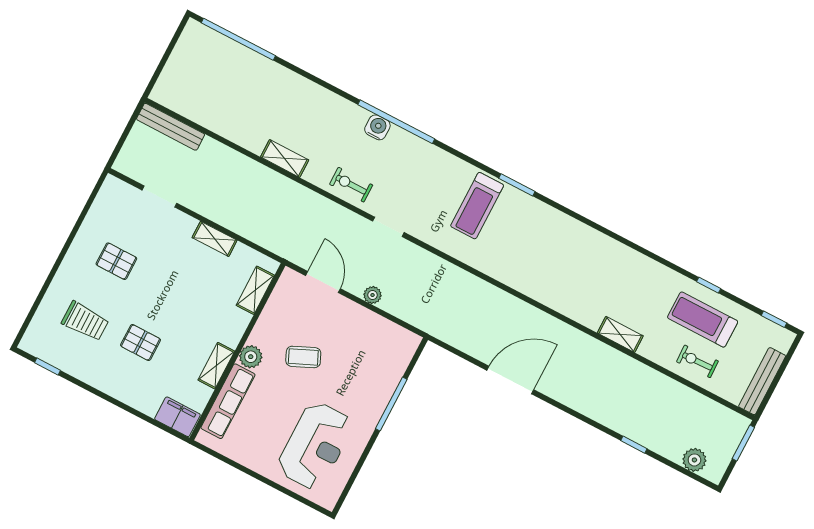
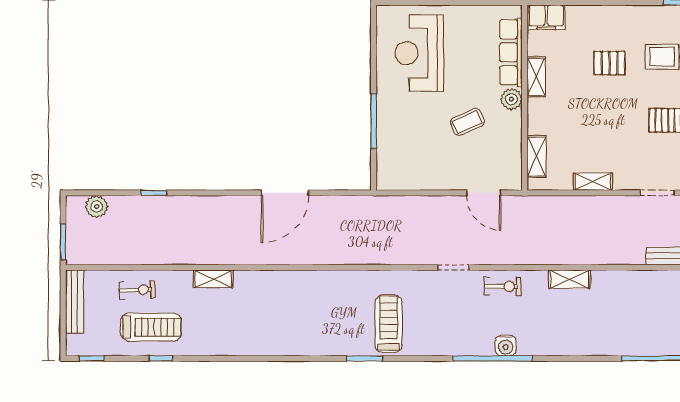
plant: (373, 295) -> (437, 204), removed

